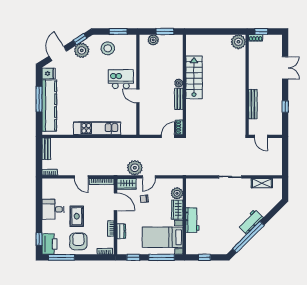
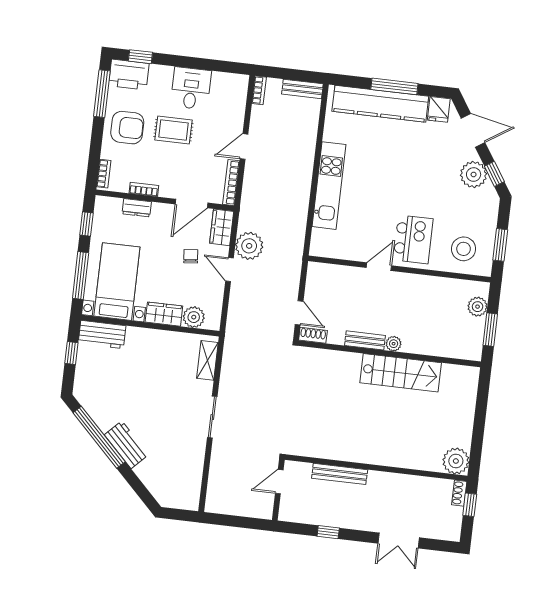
stool: (108, 48) -> (464, 249), moved
shelving: (262, 183) -> (207, 360), moved
workbench: (192, 220) -> (102, 335), moved

